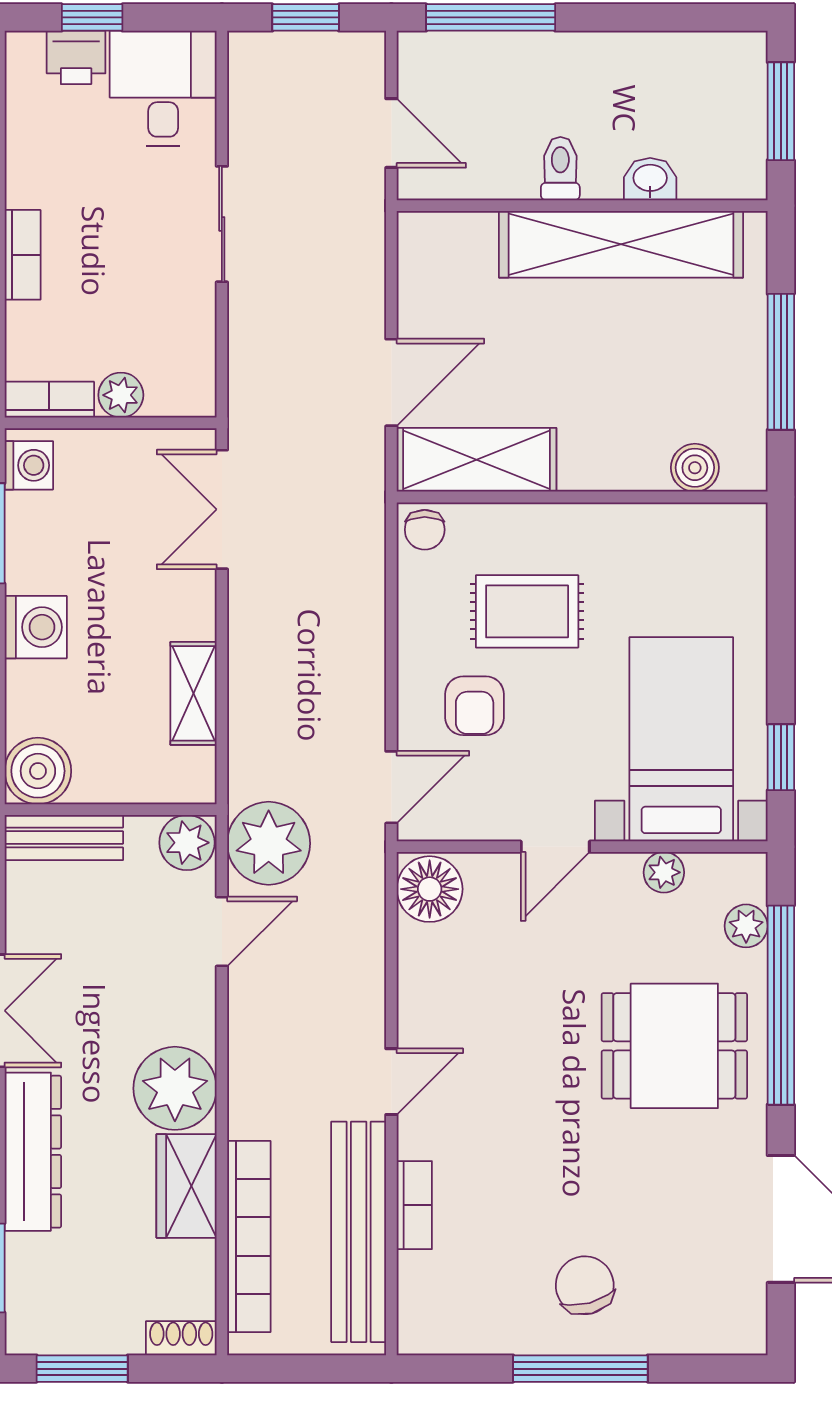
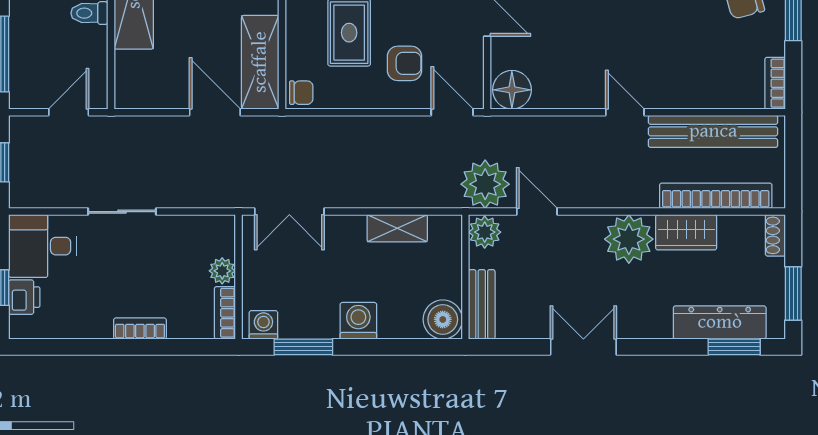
dresser: (33, 1152) -> (720, 322), moved
bookcase: (414, 1205) -> (775, 83), moved, turned -90

